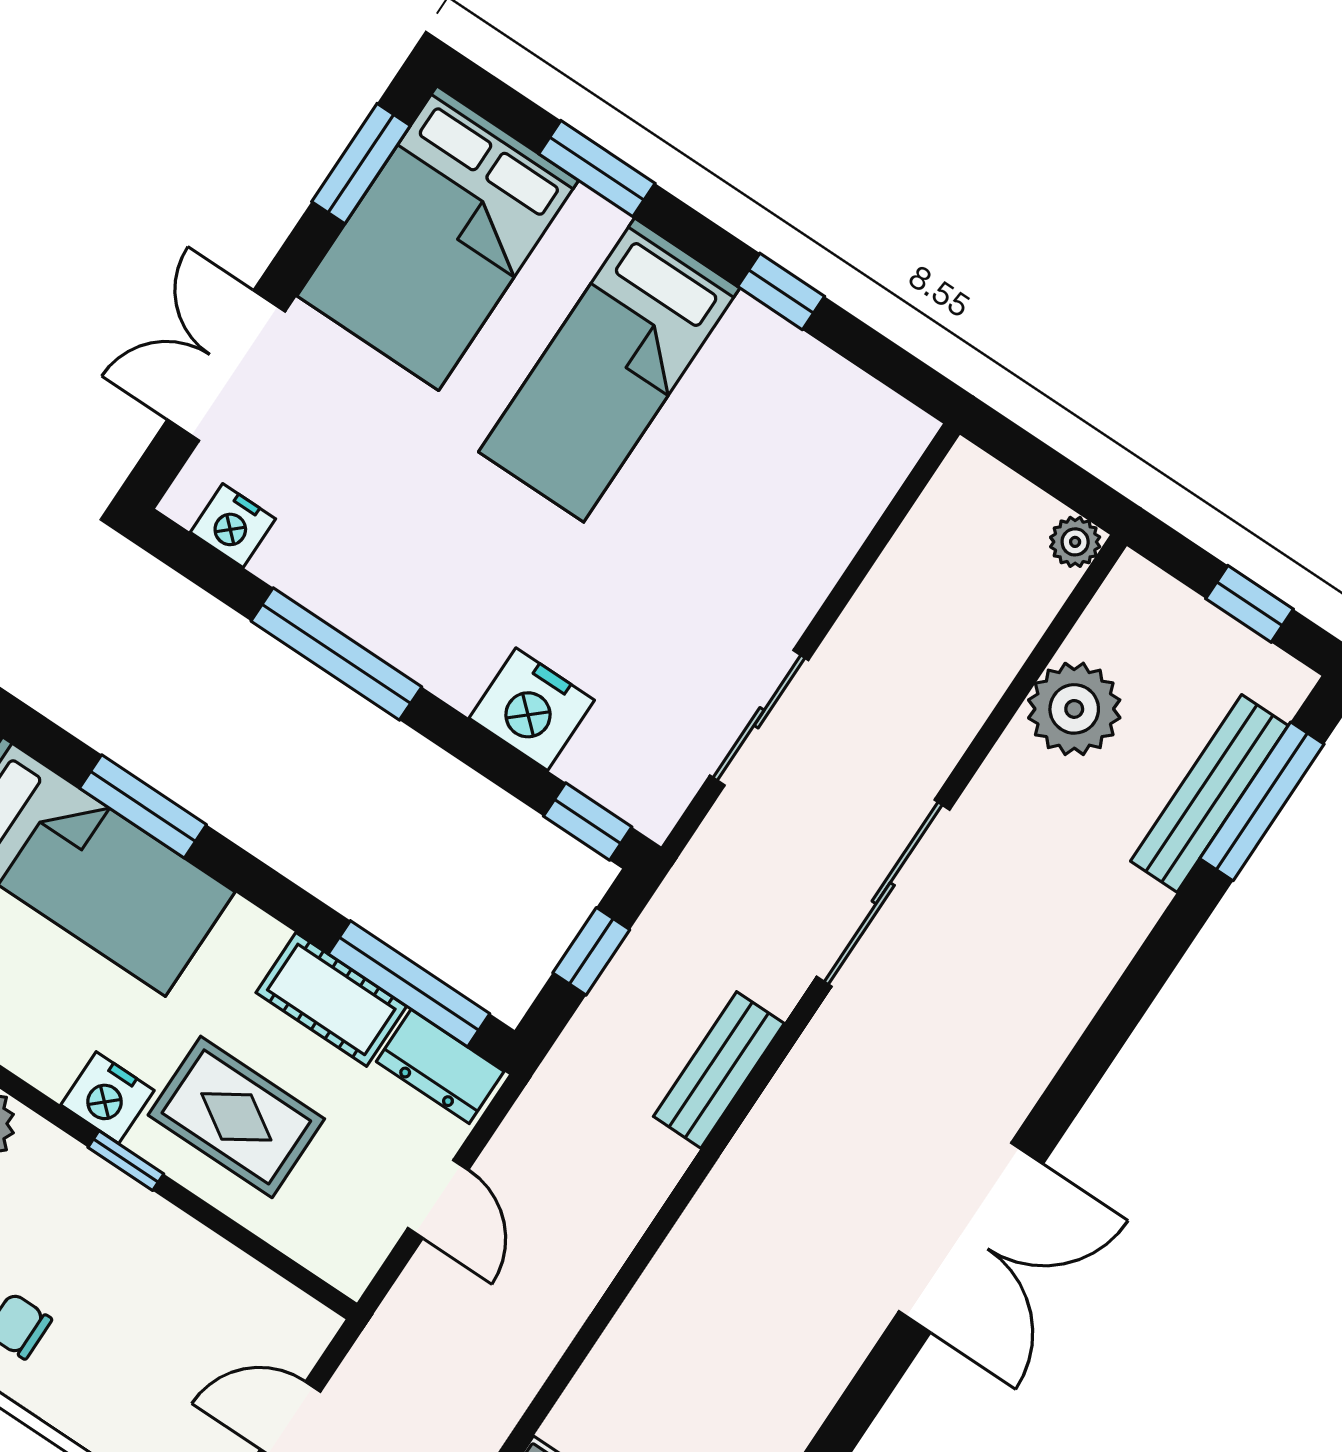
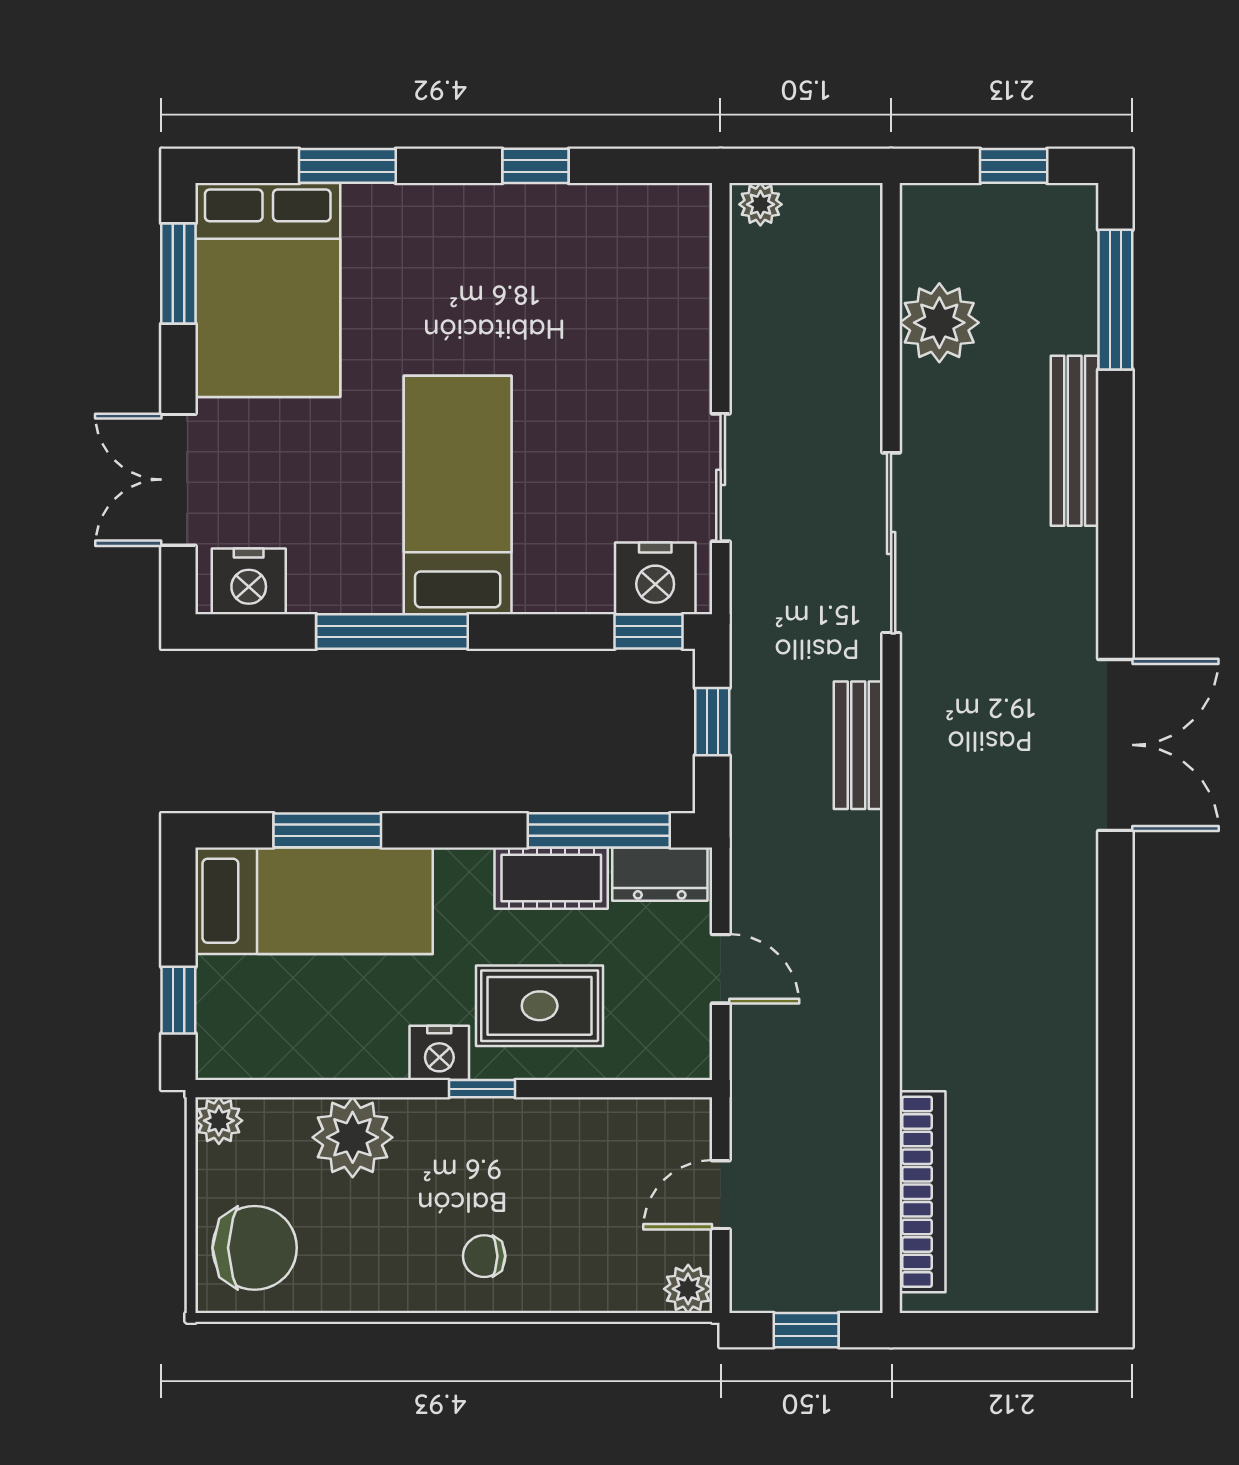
bed: (609, 370) -> (458, 495), moved, turned 180
nightstand: (233, 526) -> (249, 581), width x1.36, depth x1.33
plant: (1075, 542) -> (760, 204), moved
nightstand: (532, 709) -> (655, 578), moved
bench: (1209, 793) -> (1075, 441), moved

